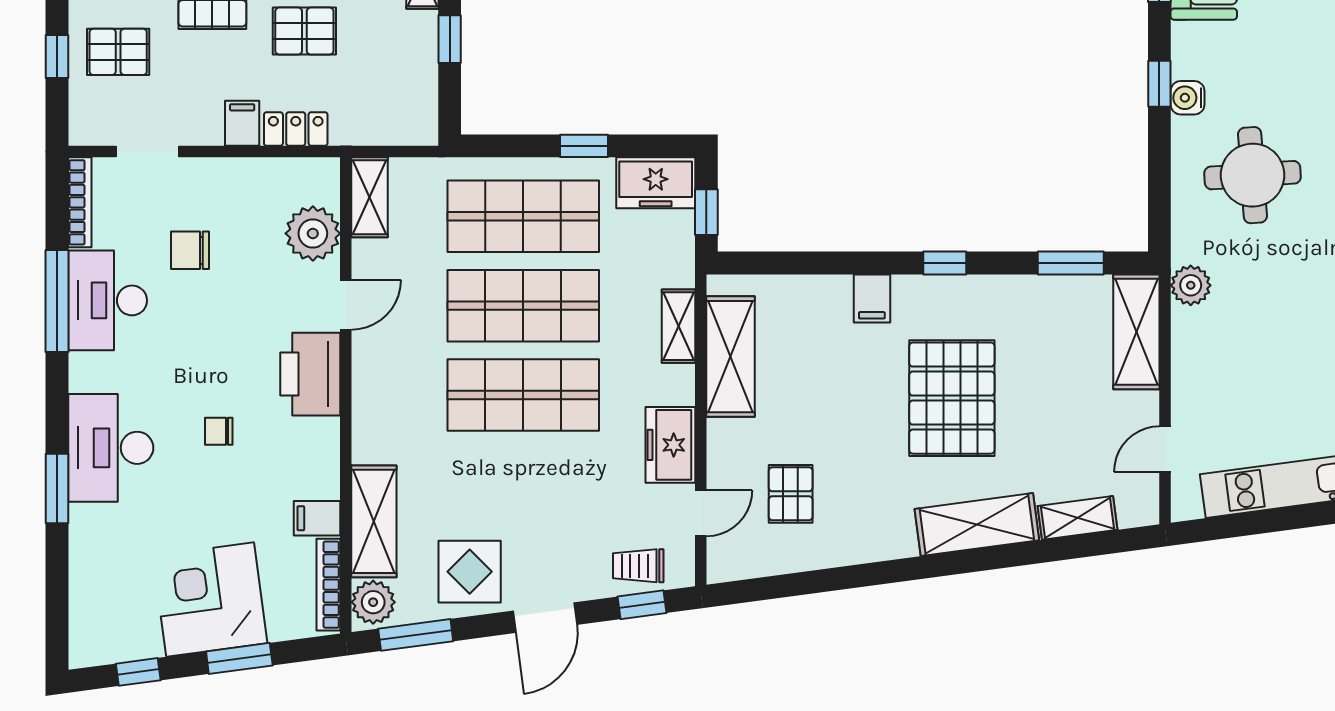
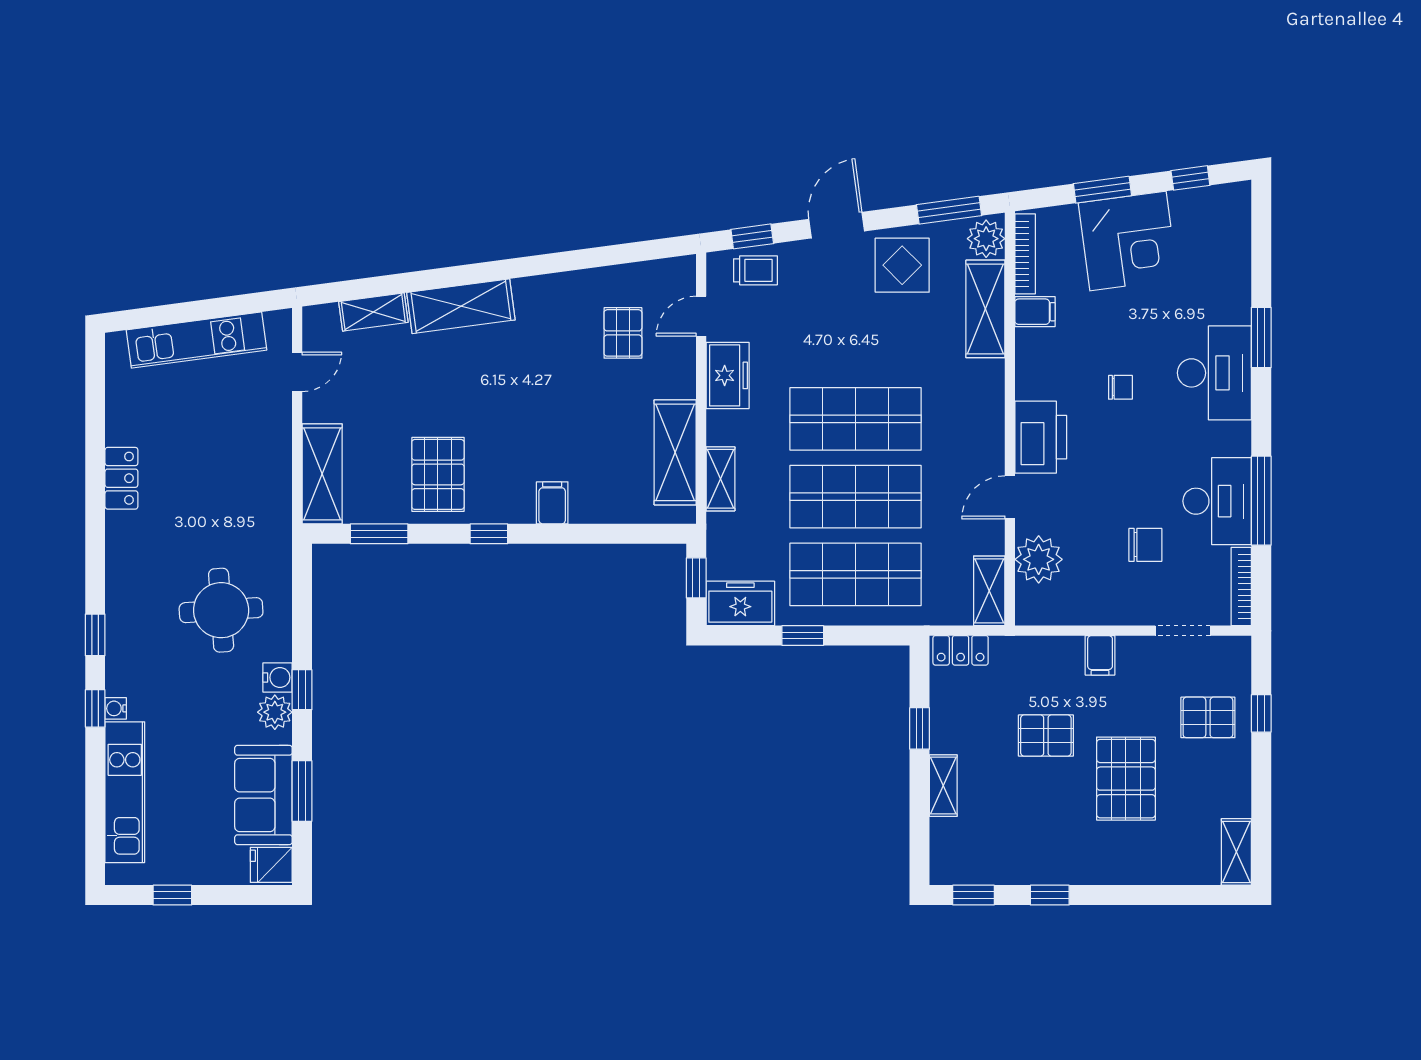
locker: (296, 129) -> (961, 650), moved
plant: (1191, 285) -> (275, 712), moved
pallet: (952, 398) -> (438, 474), moved, width x0.73, depth x0.71

